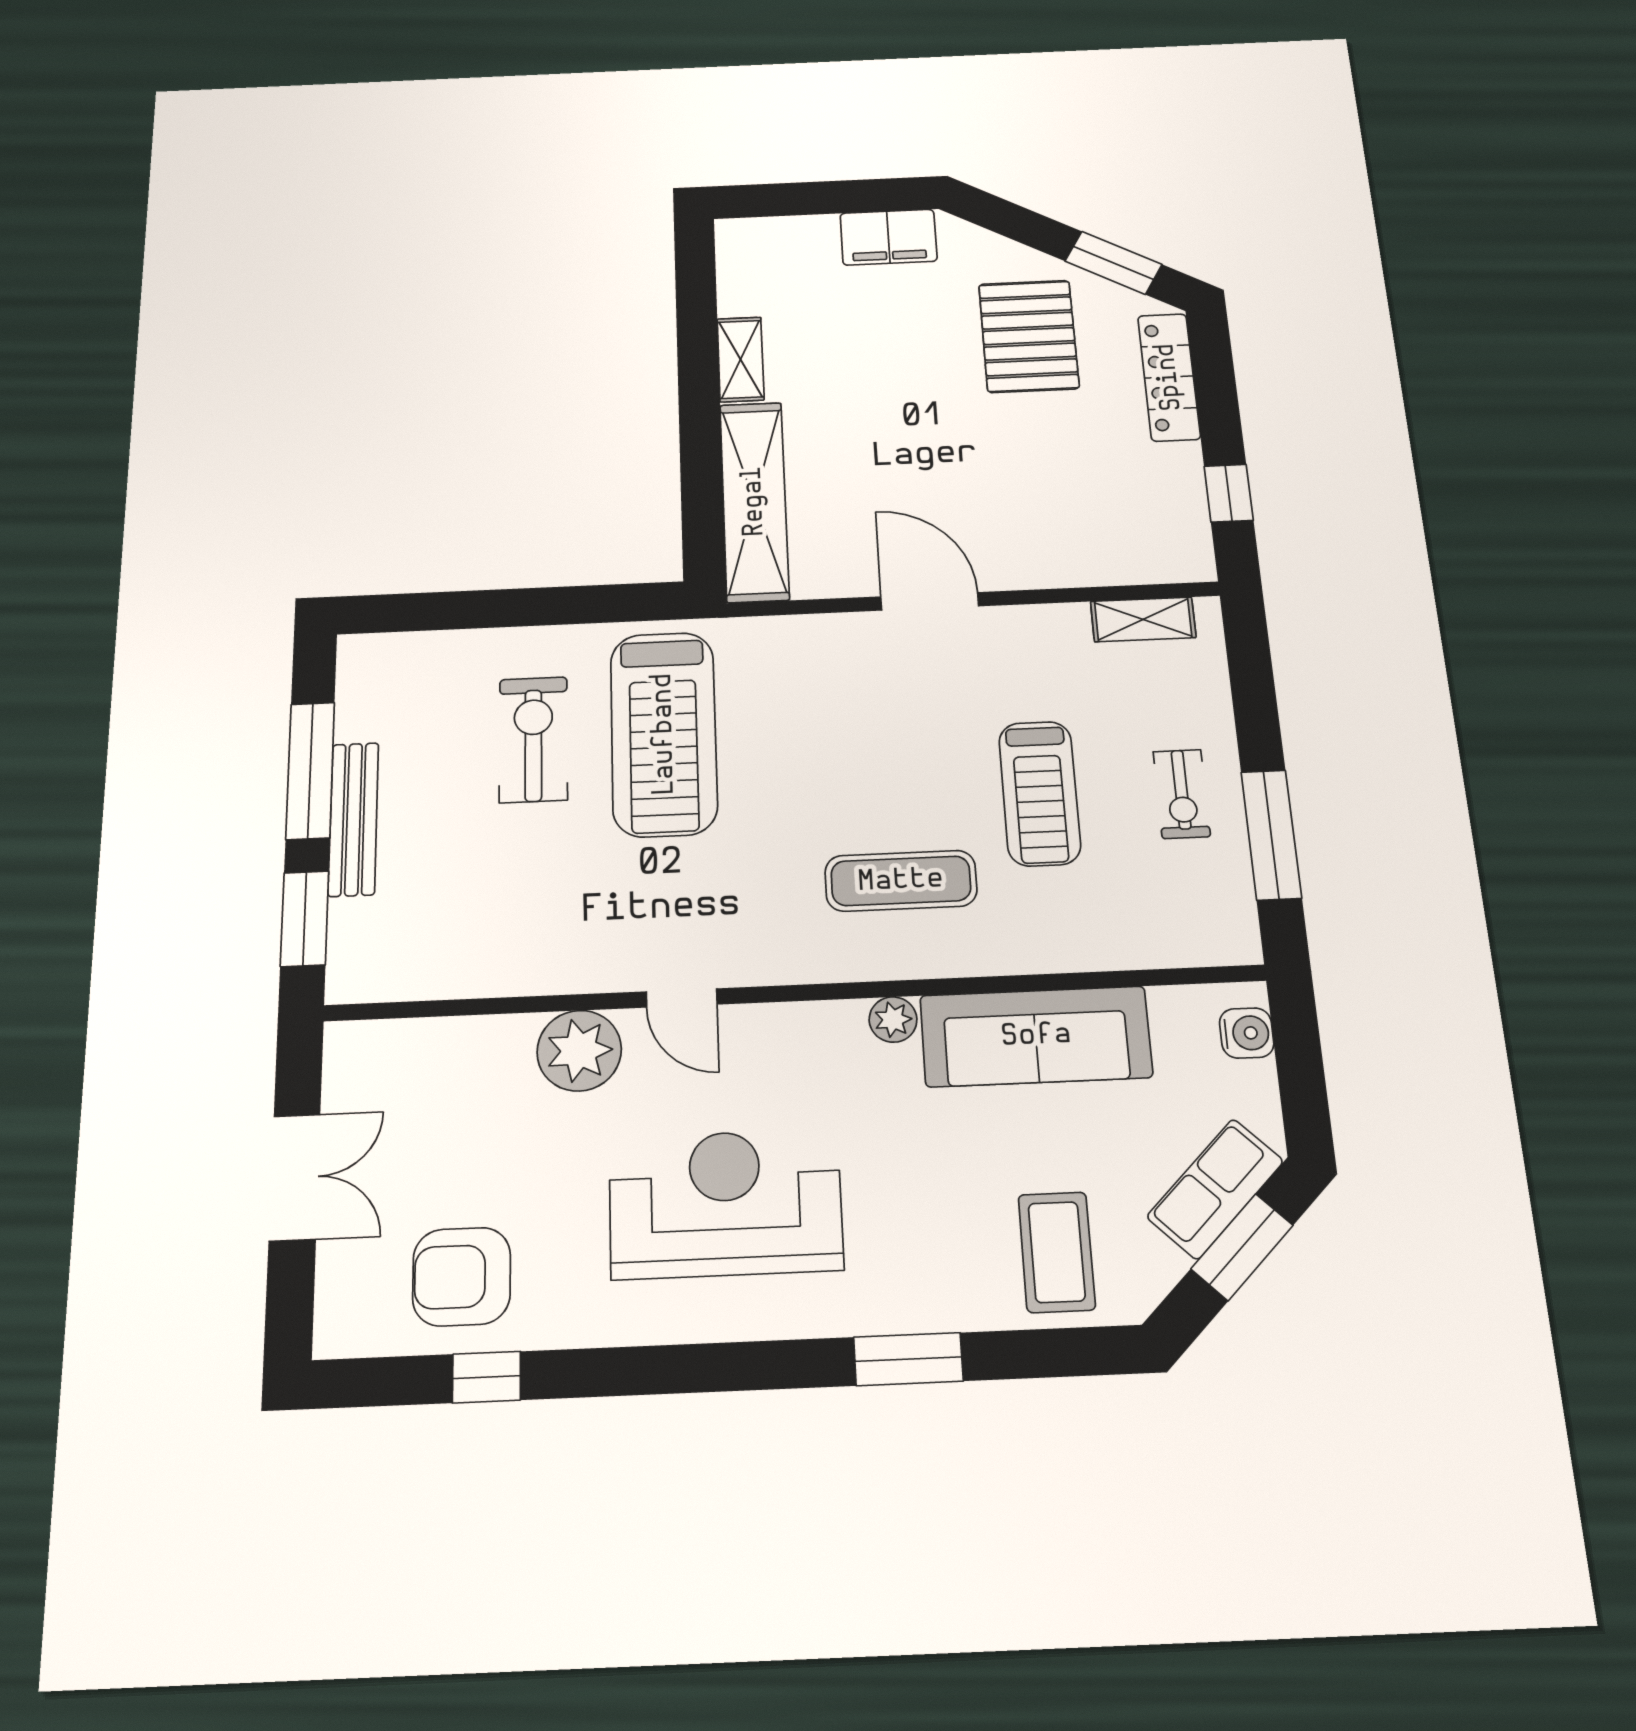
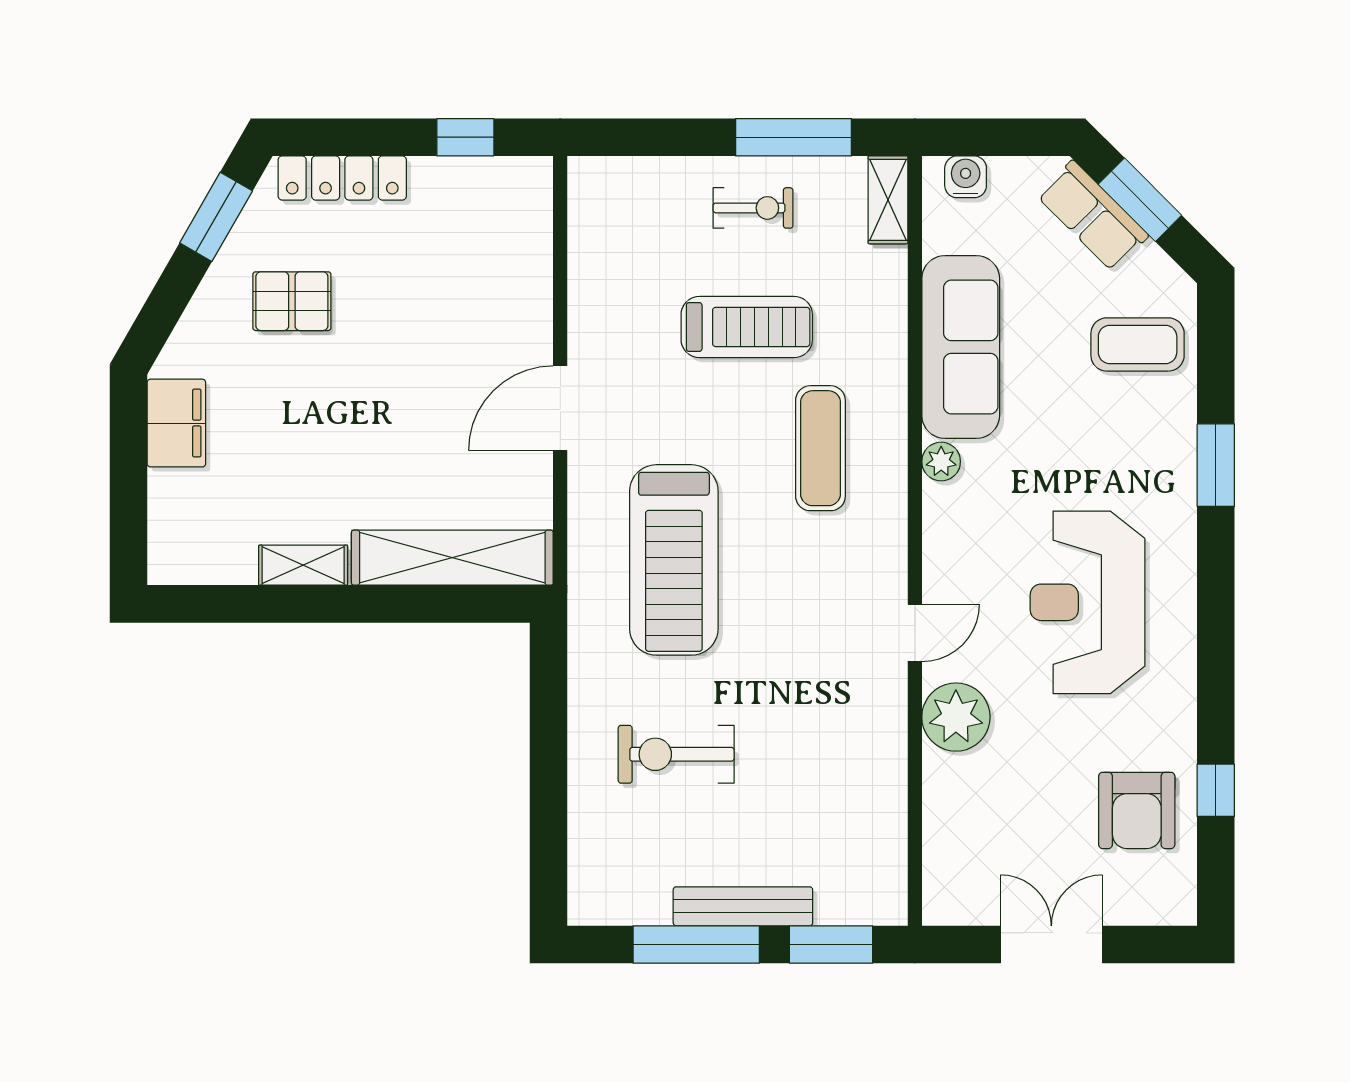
pallet: (1029, 336) -> (292, 301), width x0.67, depth x0.71
shelving: (1143, 619) -> (888, 200), moved
treadmill: (664, 734) -> (674, 560), moved, turned 90

